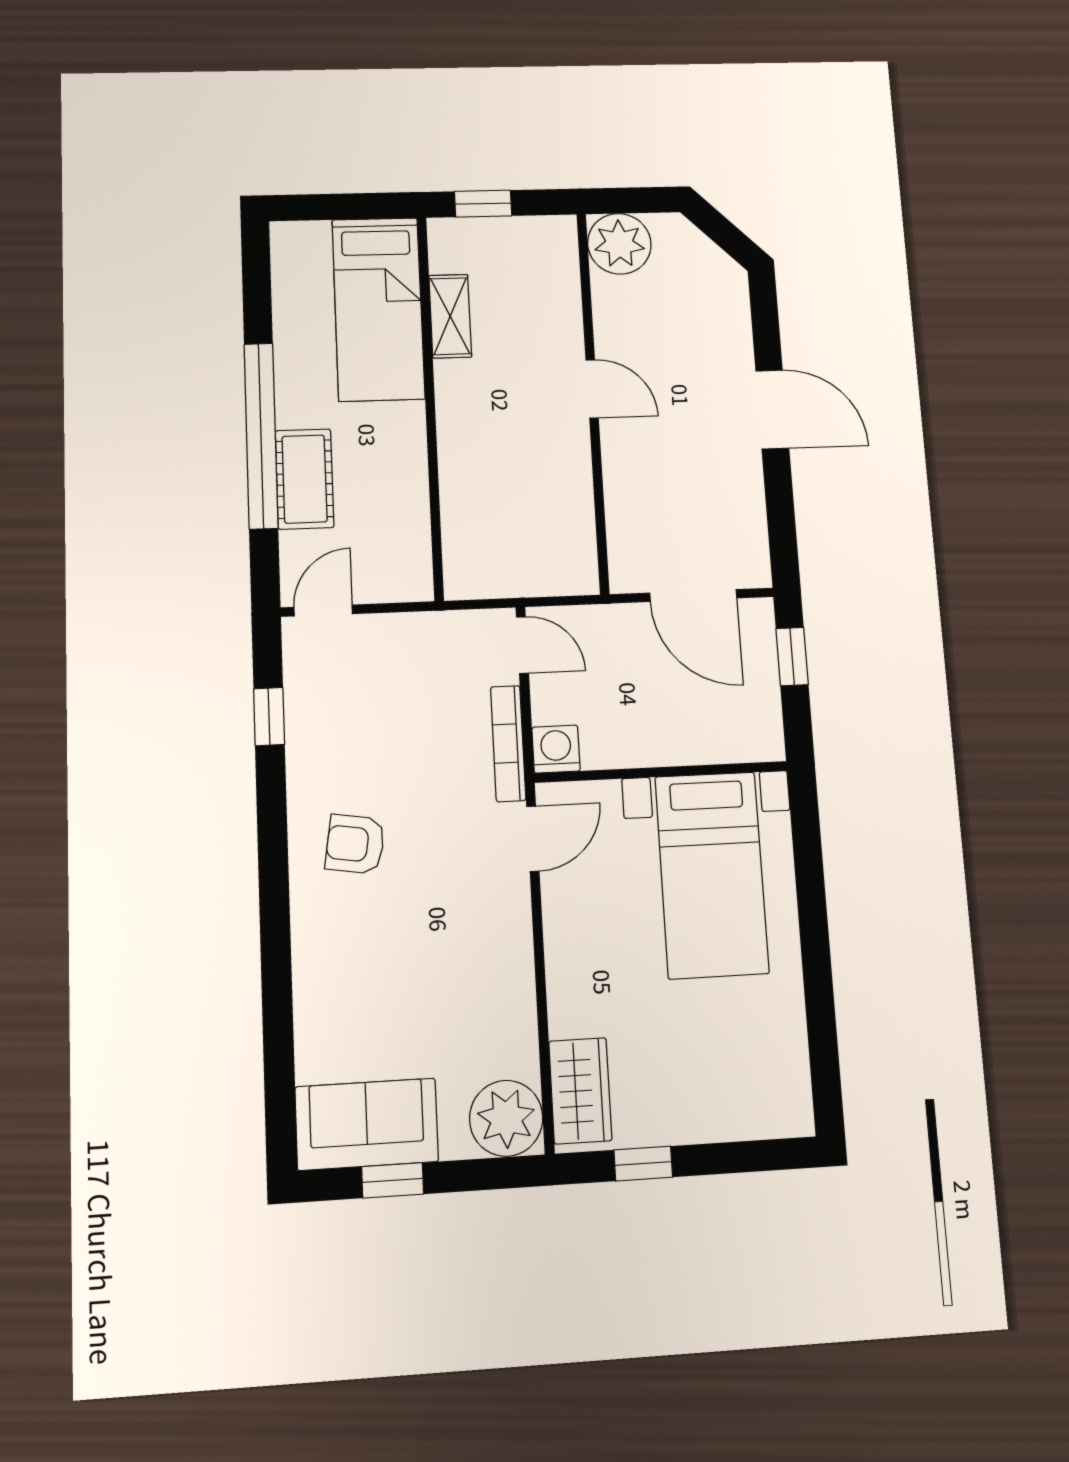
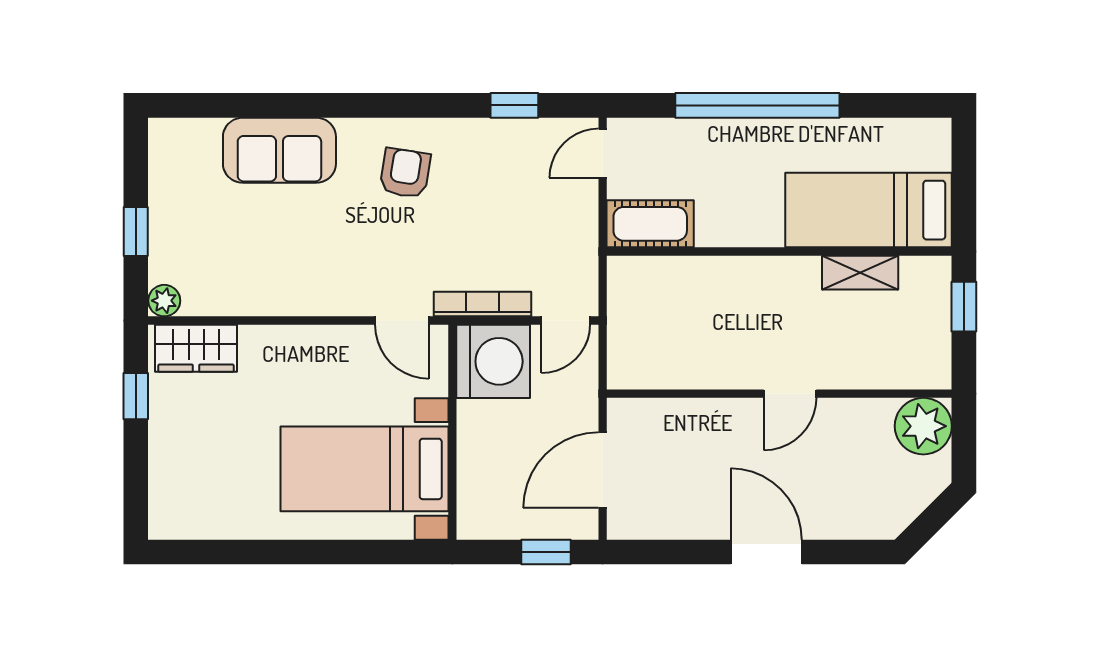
door: (772, 409) -> (766, 552), swing flipped
cot: (305, 479) -> (650, 224), moved
door: (323, 610) -> (603, 153), swing flipped
washing machine: (556, 749) -> (493, 361), width x1.89, depth x1.89
plant: (506, 1118) -> (164, 301), width x0.53, depth x0.53
sofa: (367, 1124) -> (279, 150), moved, turned 90
window: (393, 1180) -> (136, 232), moved

